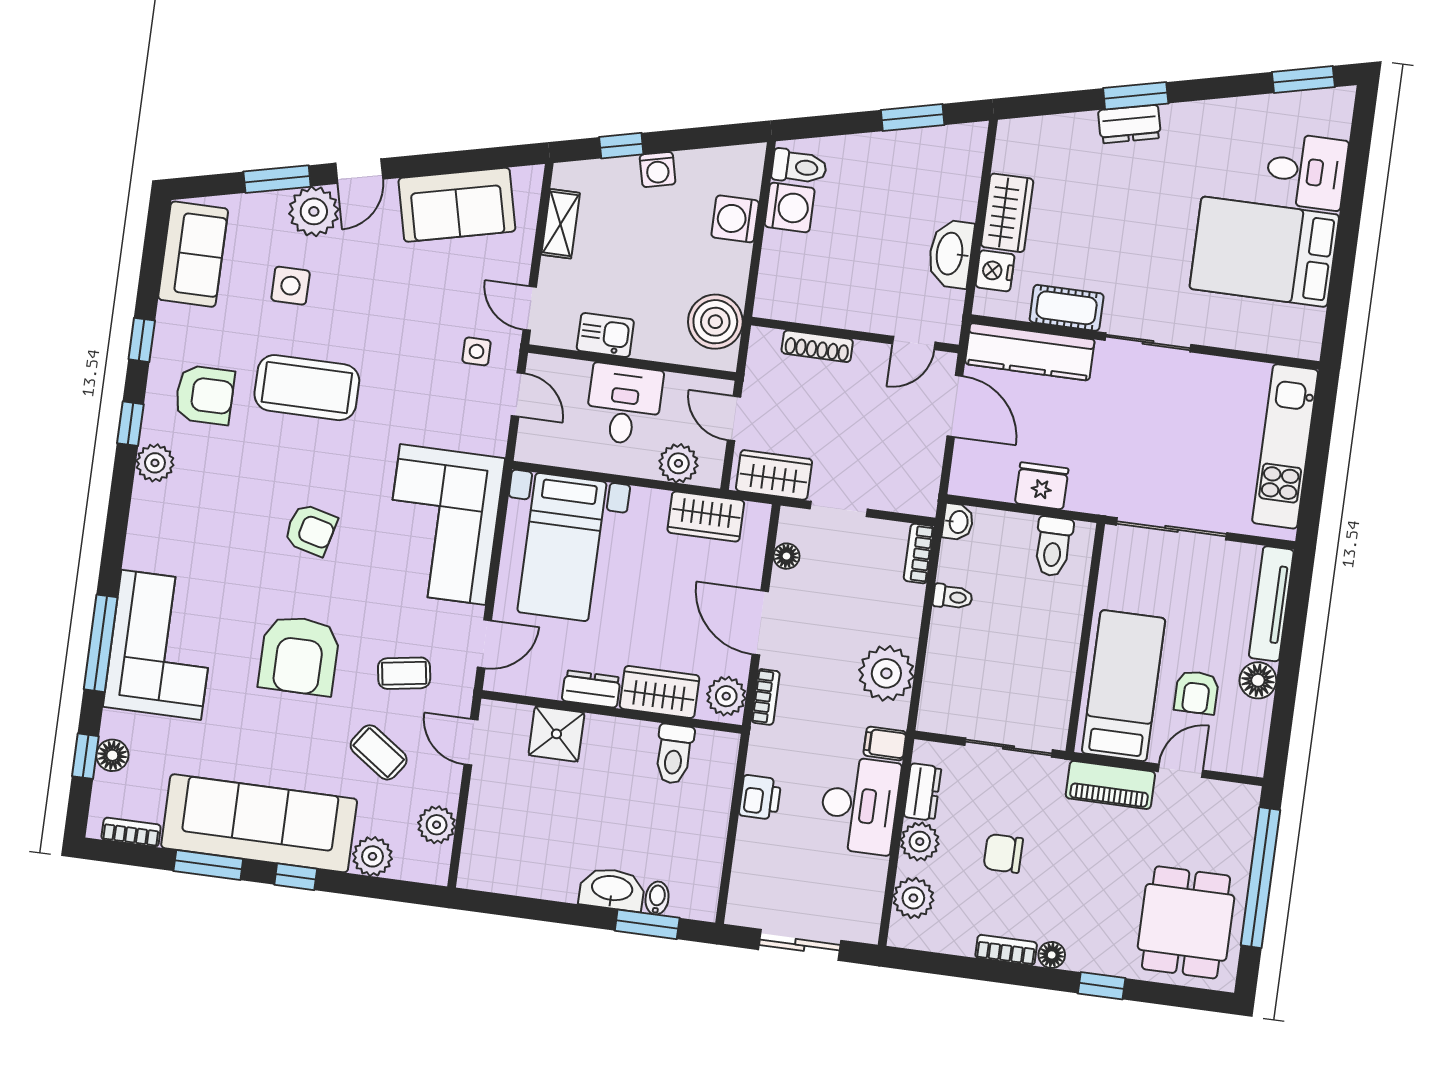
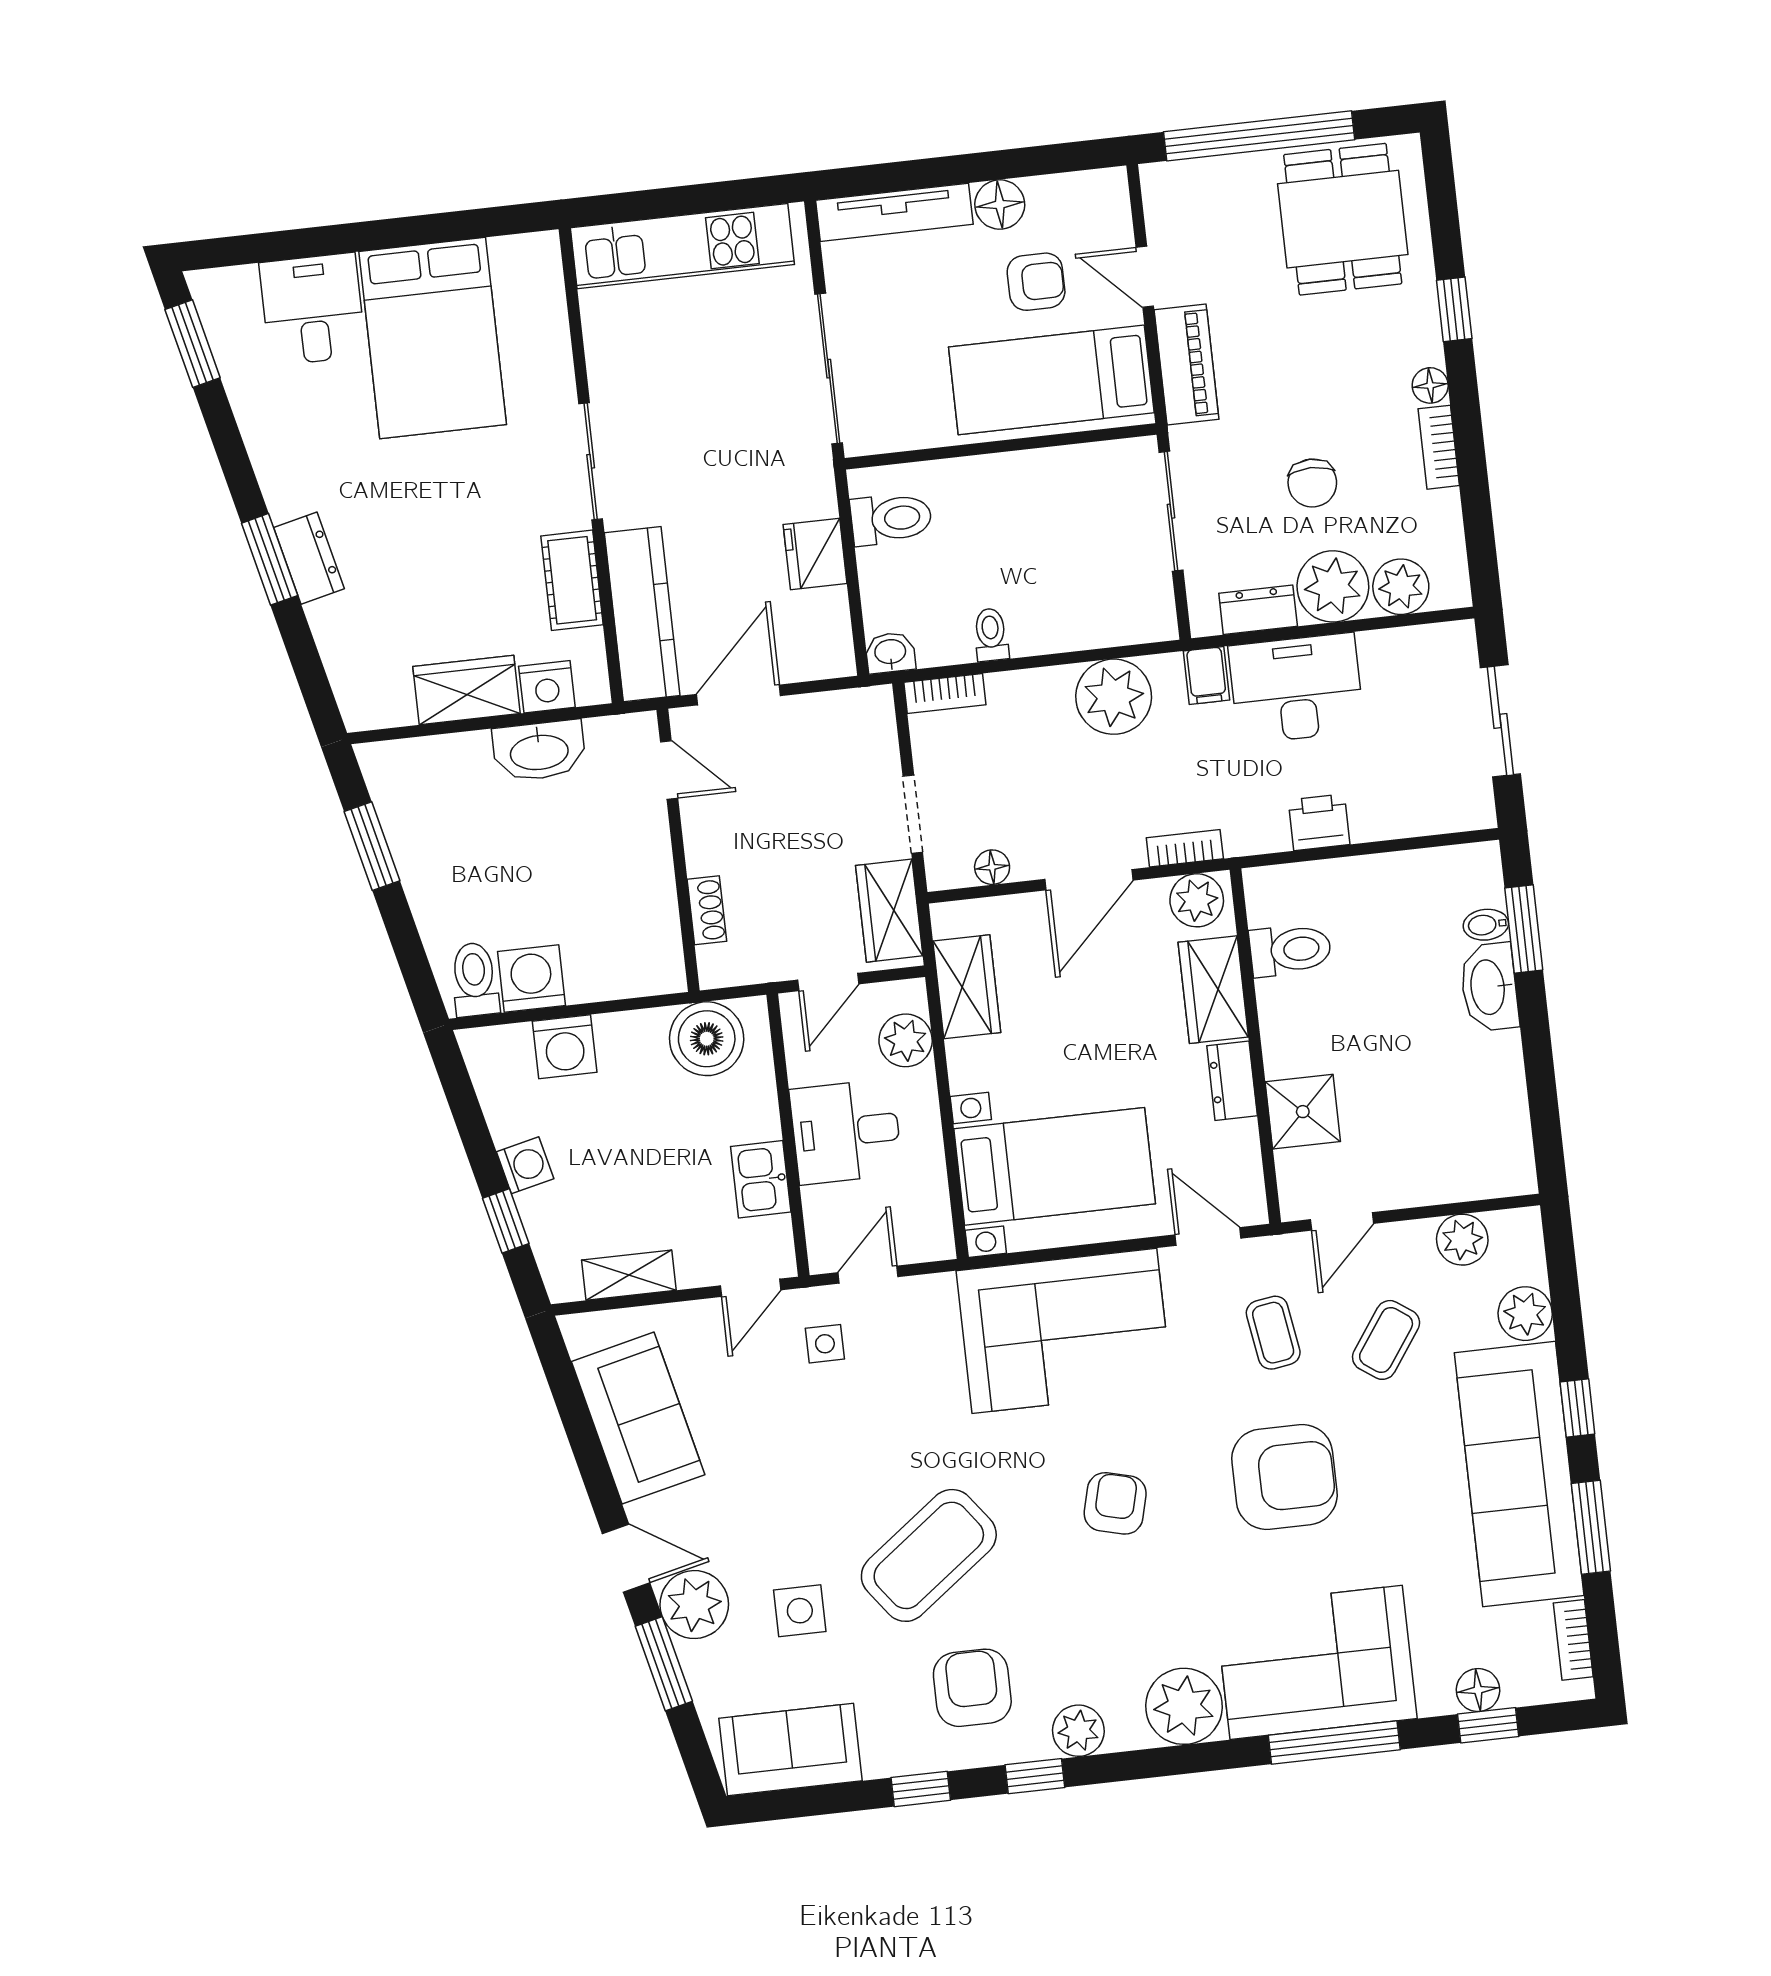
shoe rack: (817, 346) -> (707, 910), width x0.70
coffee table: (307, 388) -> (929, 1555), turned 53
plant: (153, 543) -> (1184, 1706), added
plant: (920, 842) -> (1333, 586), width x1.36, depth x1.36
dining table: (1186, 922) -> (1343, 219), turned 90

